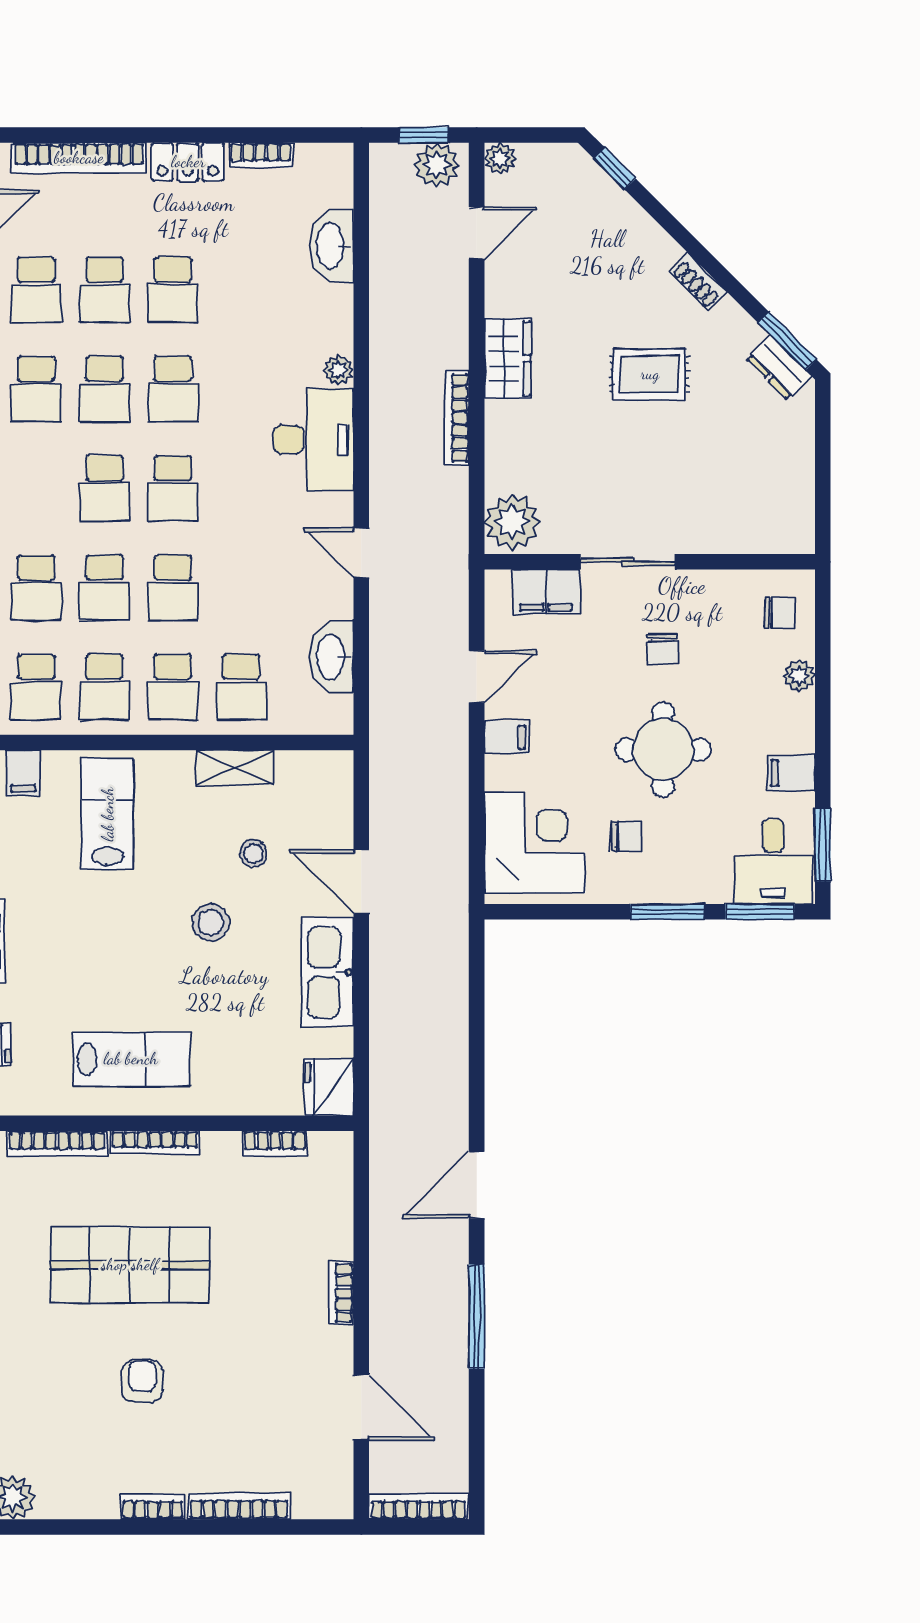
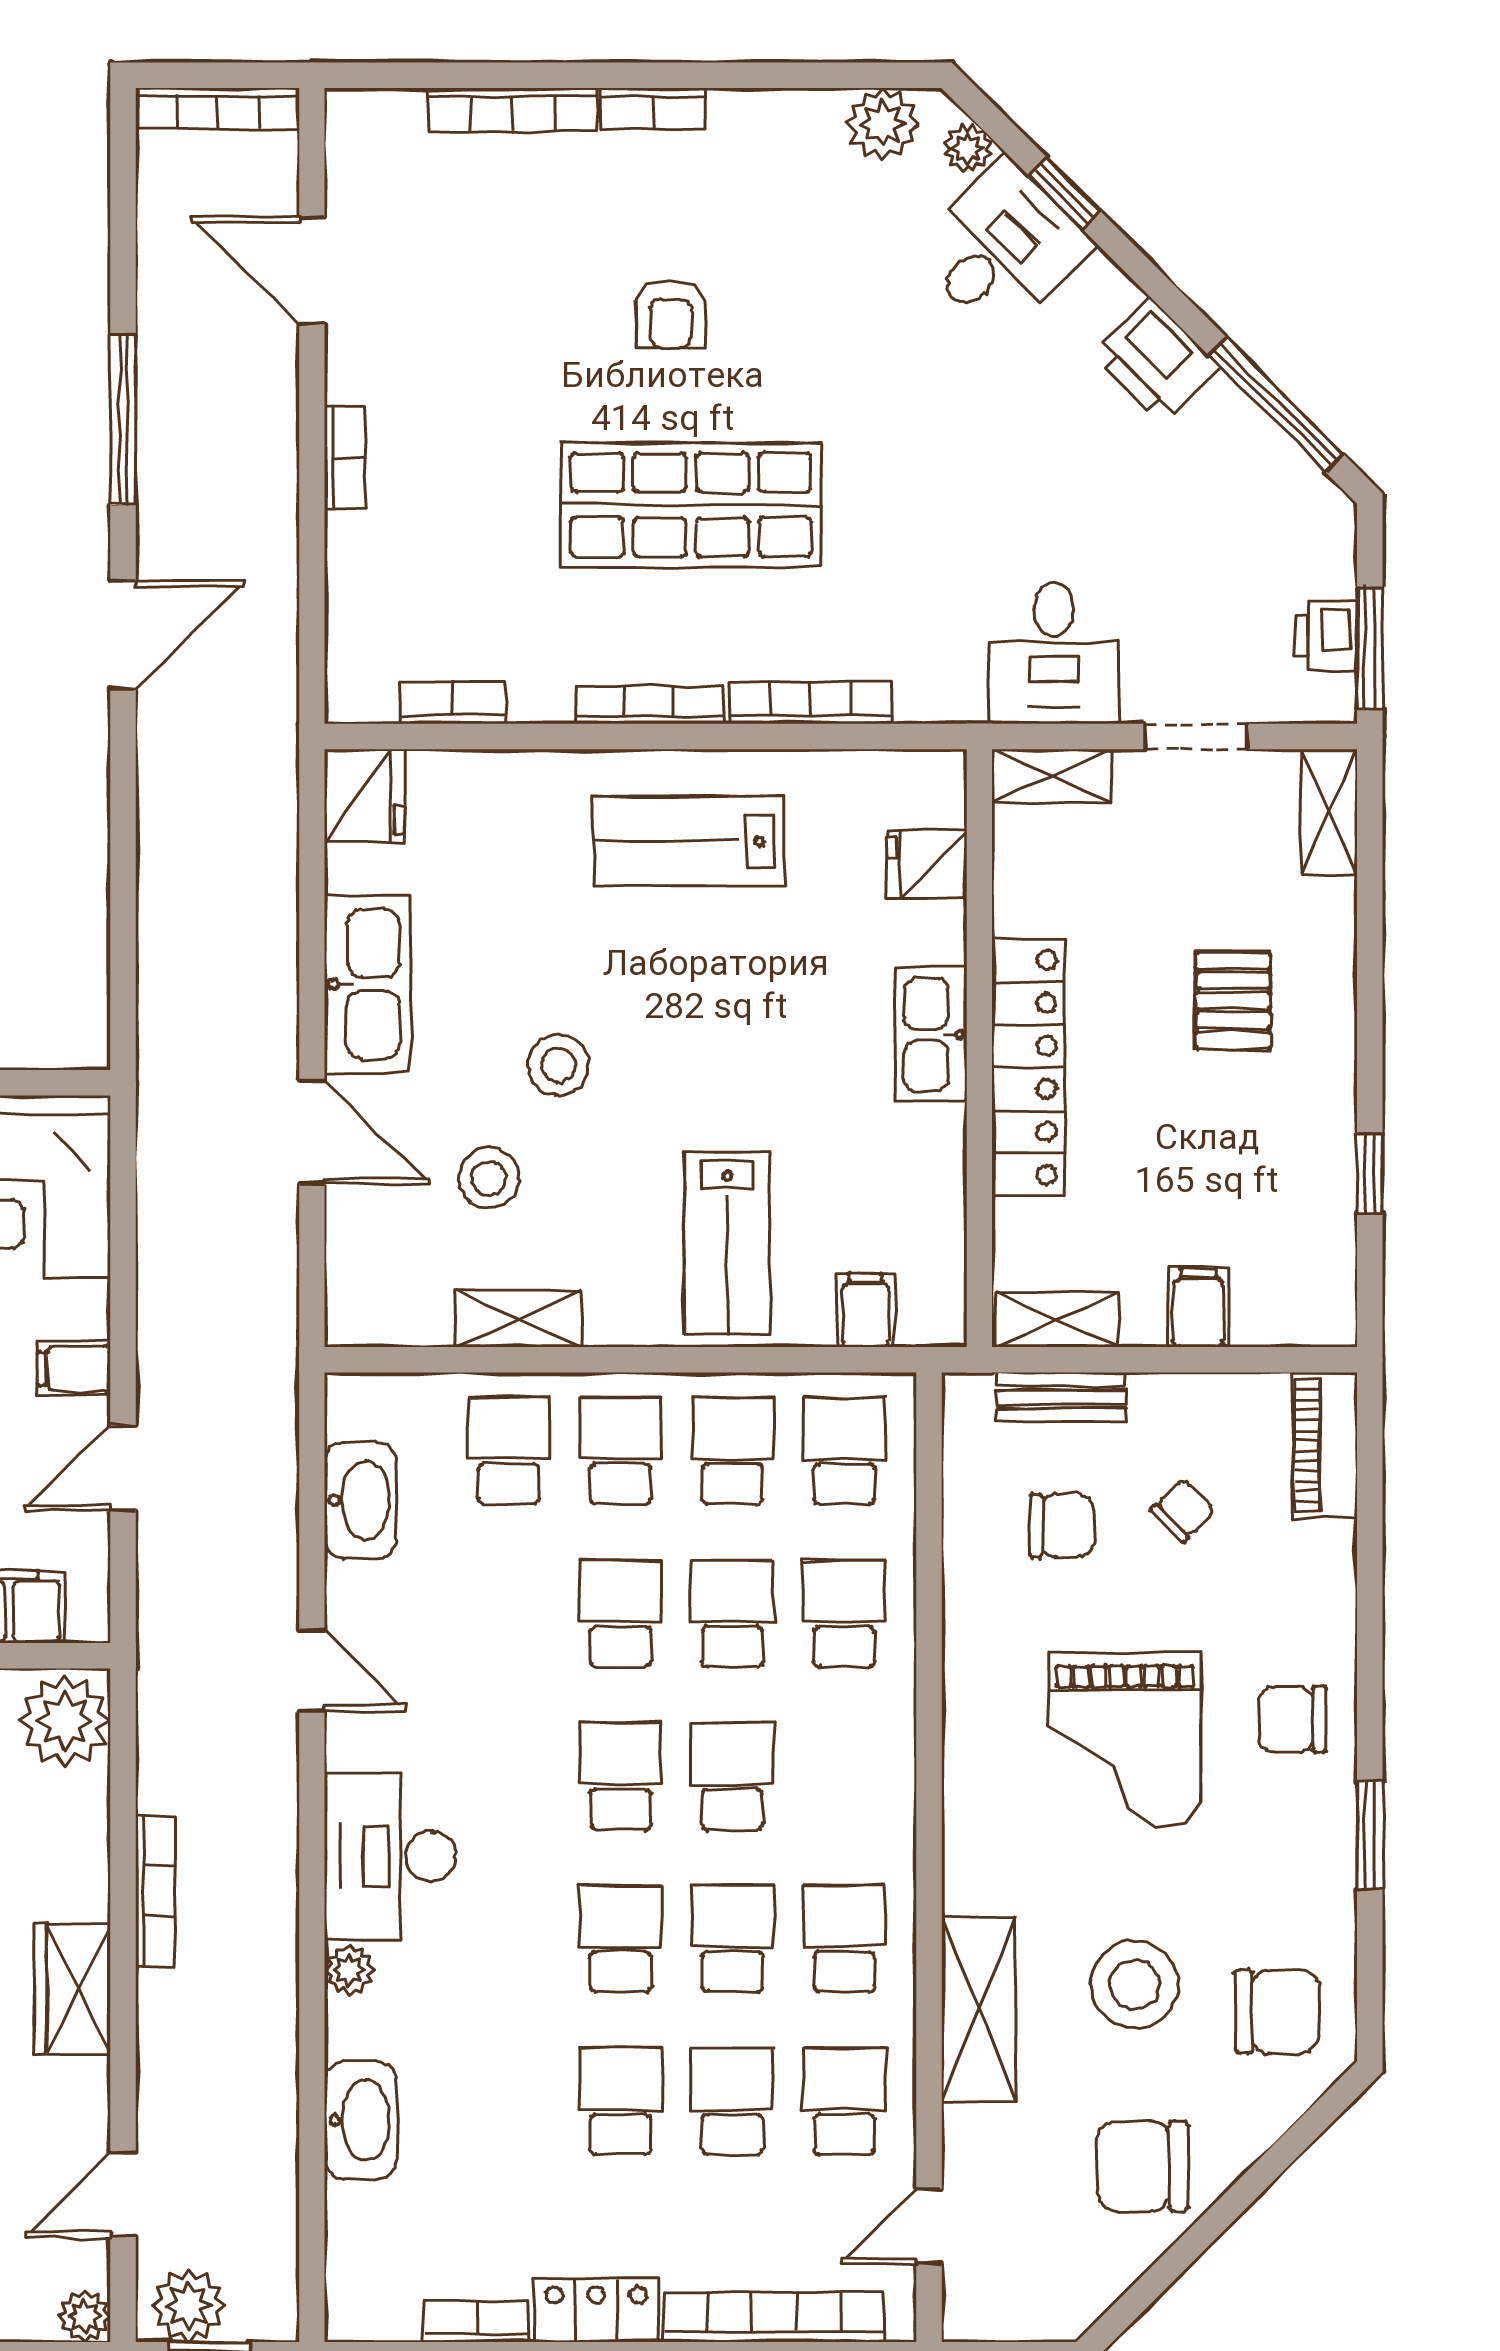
washbasin: (331, 246) -> (361, 2120), moved
stool: (253, 853) -> (489, 1178), width x1.37, depth x1.37

